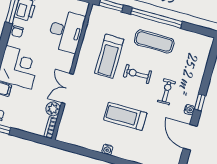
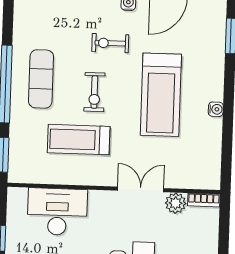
treadmill: (109, 56) -> (79, 140), turned 180
double door: (67, 89) -> (141, 189), swing flipped
treadmill: (125, 116) -> (161, 95), width x1.37, depth x1.38

